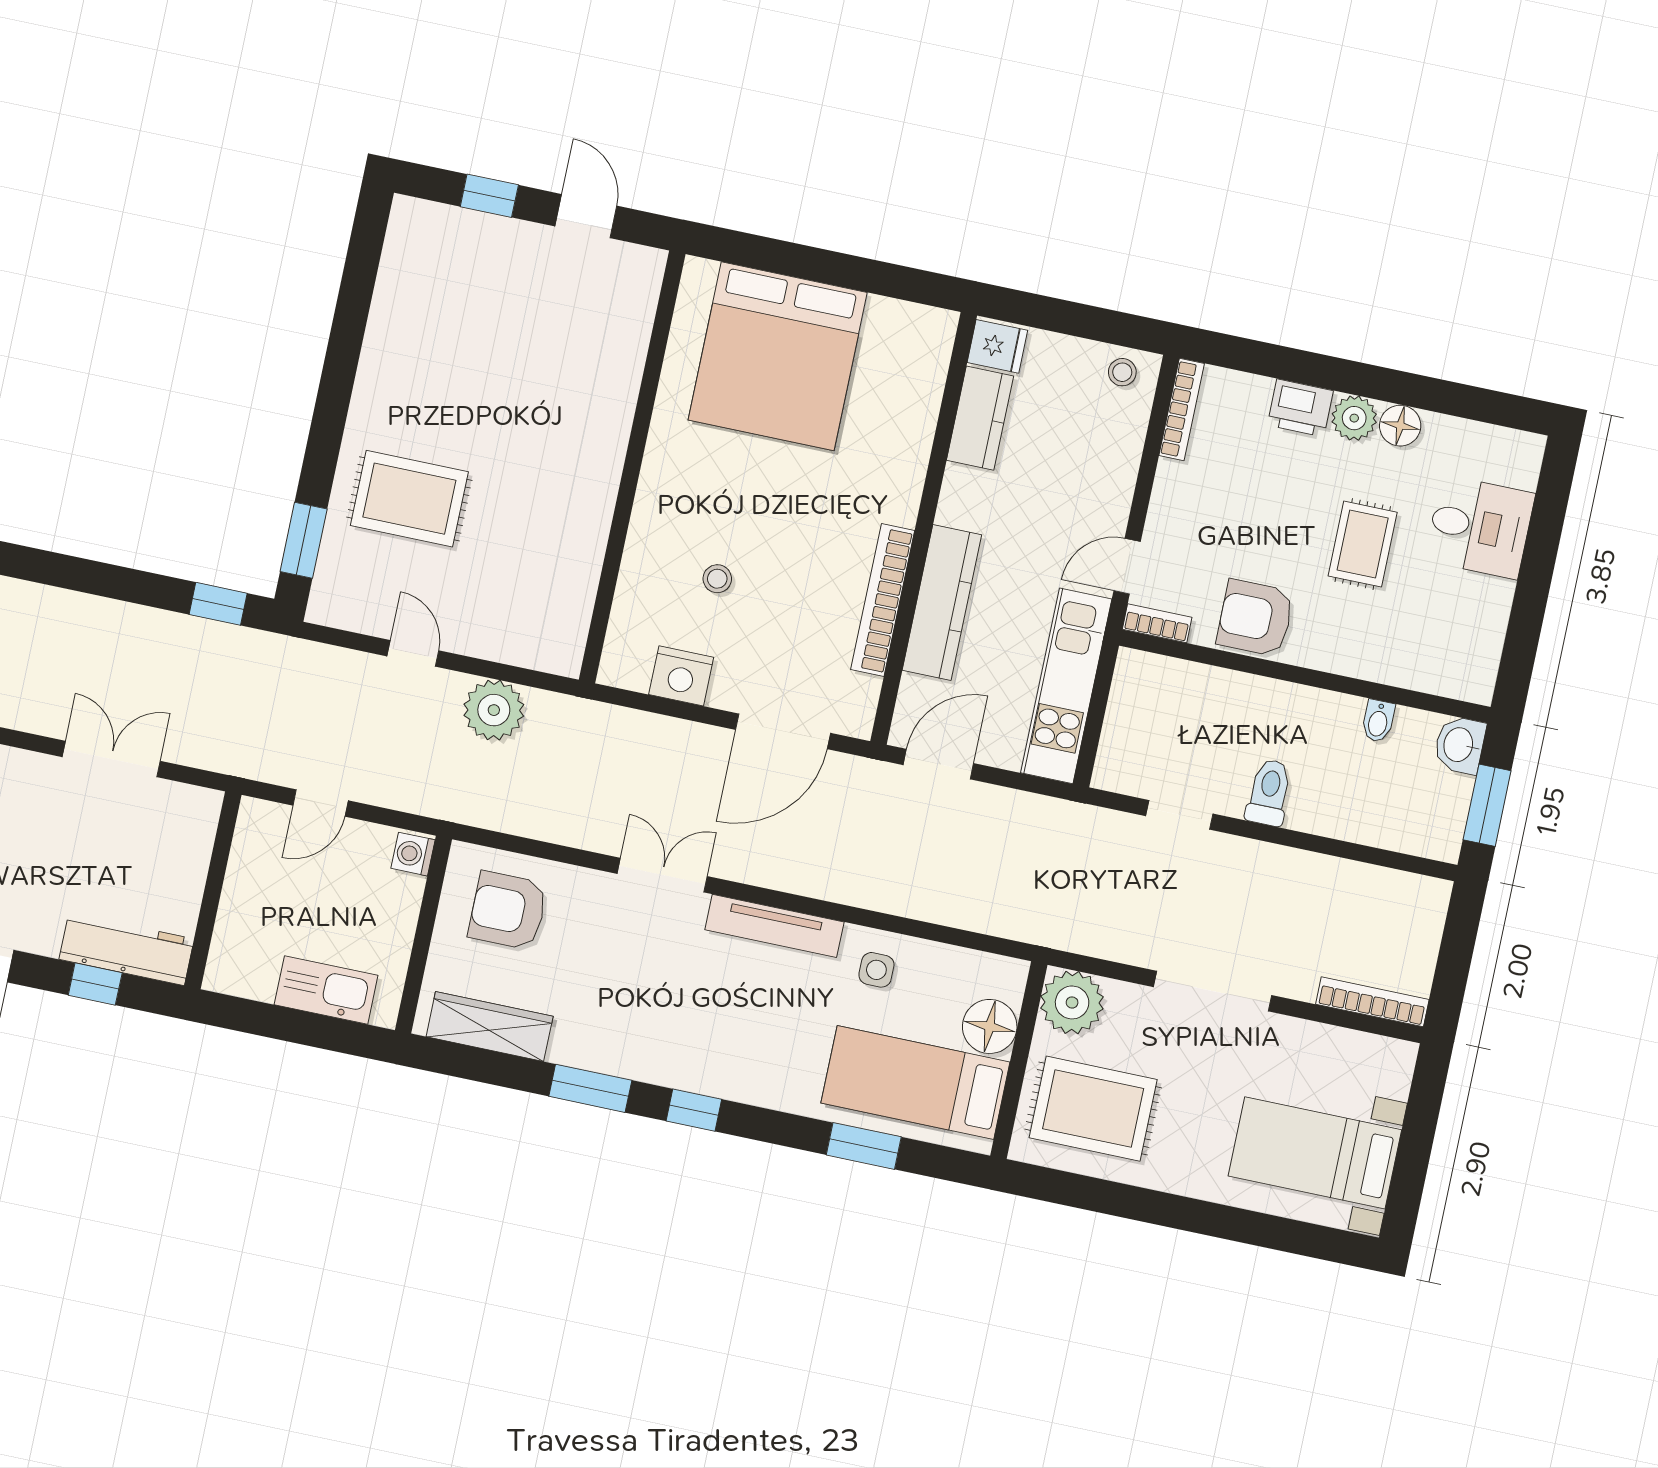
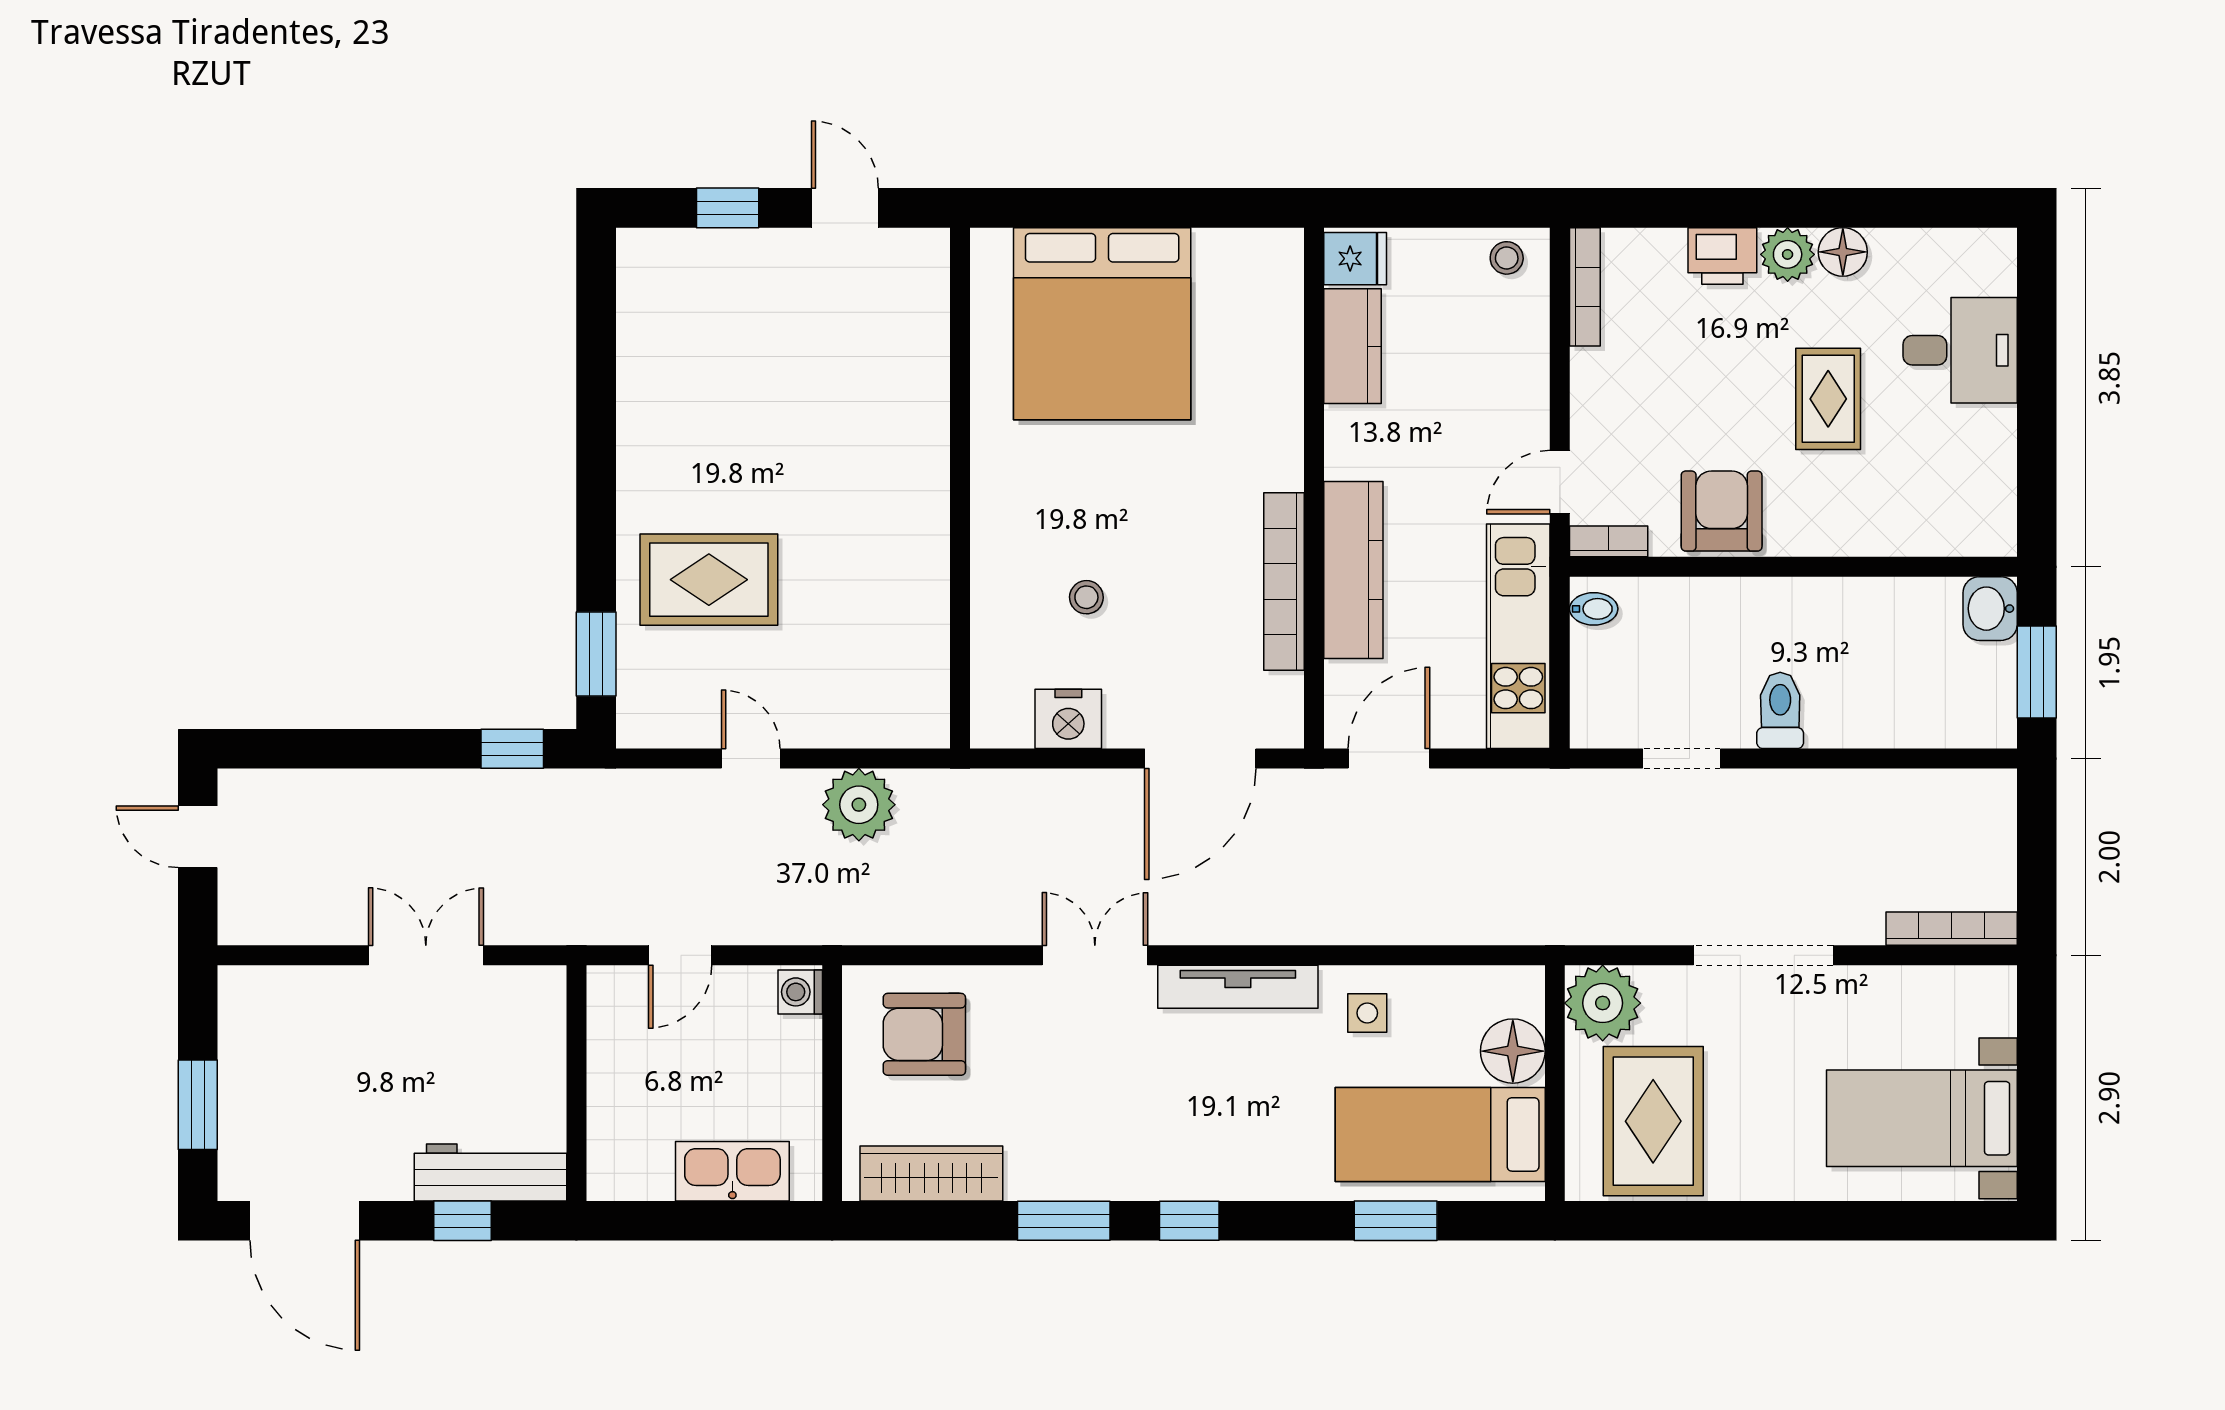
armchair: (1255, 618) -> (1722, 511), turned 90
bidet: (1378, 721) -> (1594, 609), moved, turned -90
rug: (1093, 1109) -> (1653, 1121), turned 90

